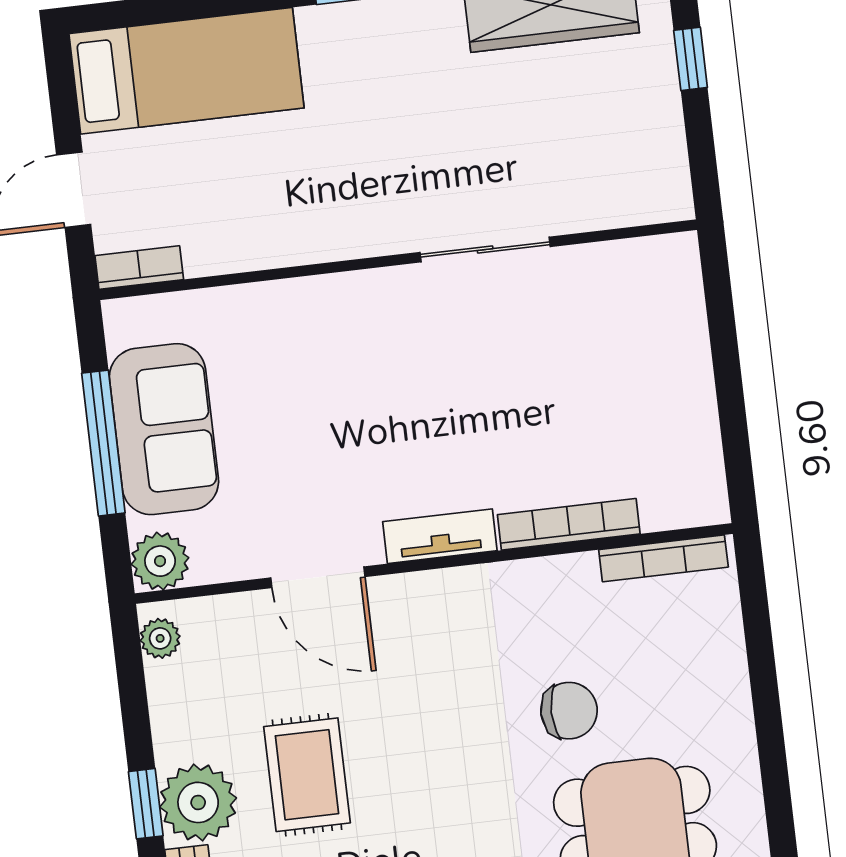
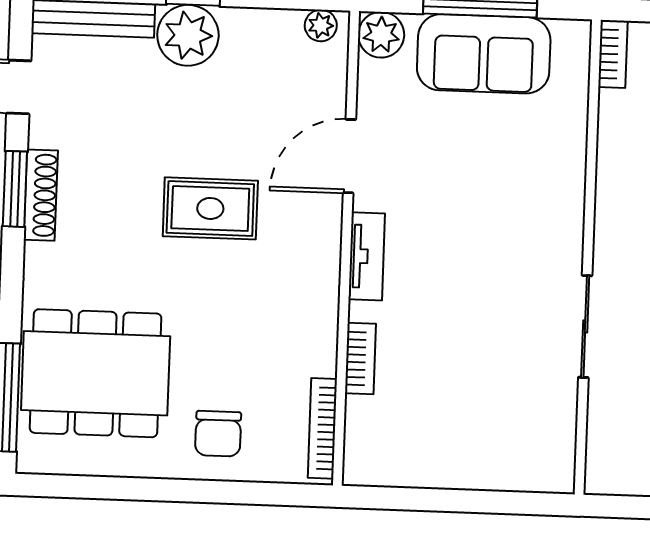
bookcase: (569, 524) -> (360, 358), width x0.64
chair: (569, 711) -> (218, 434), moved
rug: (307, 775) -> (210, 208), moved

